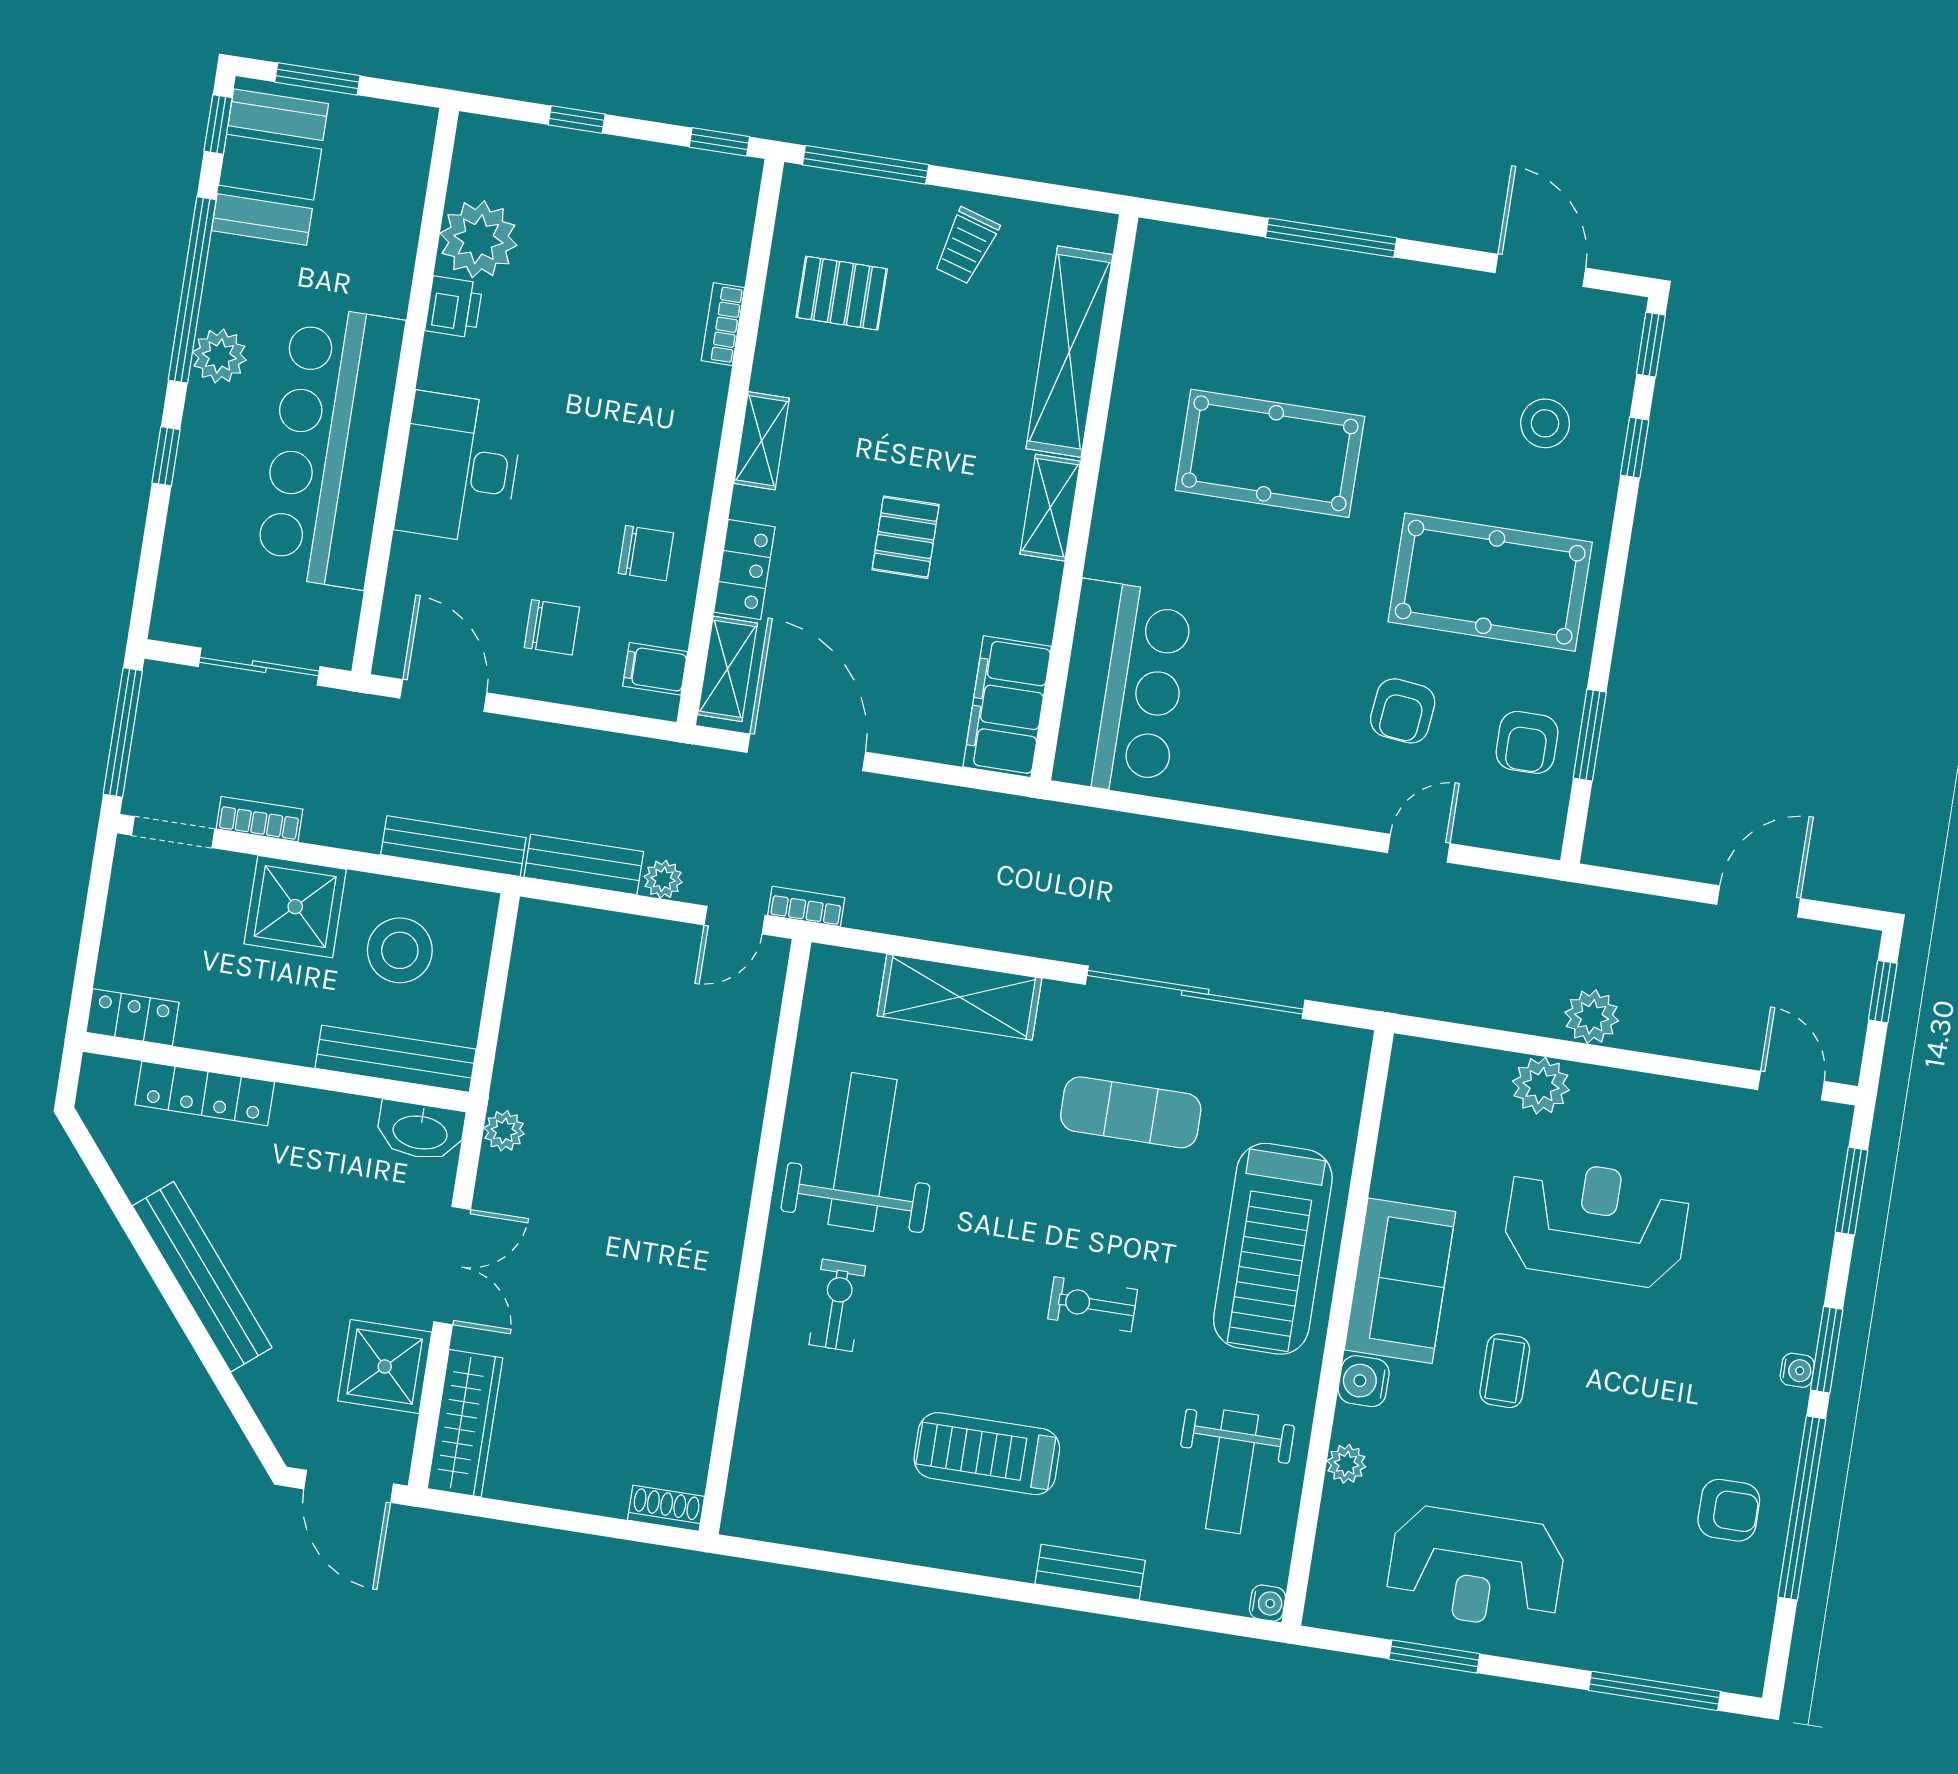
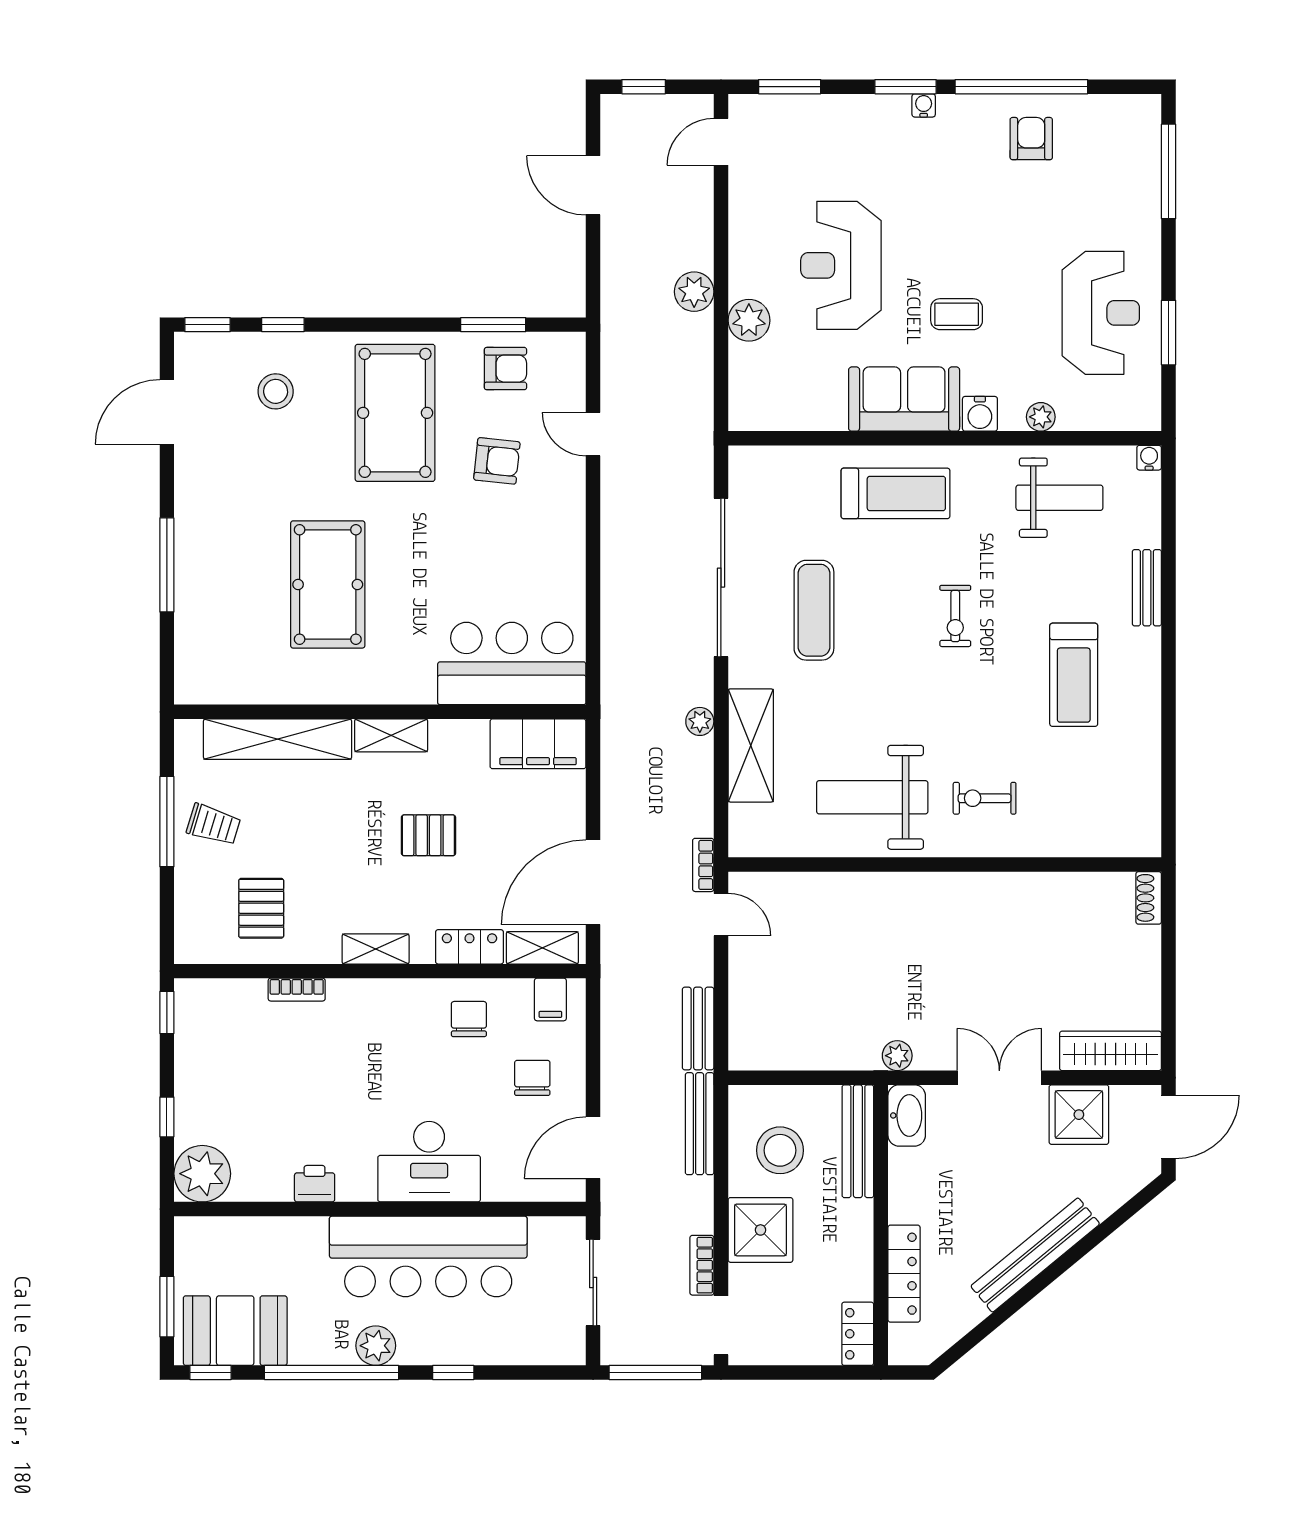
window: (866, 165) -> (167, 822), moved
plant: (478, 239) -> (202, 1174), moved
plant: (663, 879) -> (700, 721), moved
treadmill: (1273, 1249) -> (895, 493), width x0.73, depth x0.73

